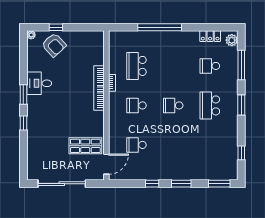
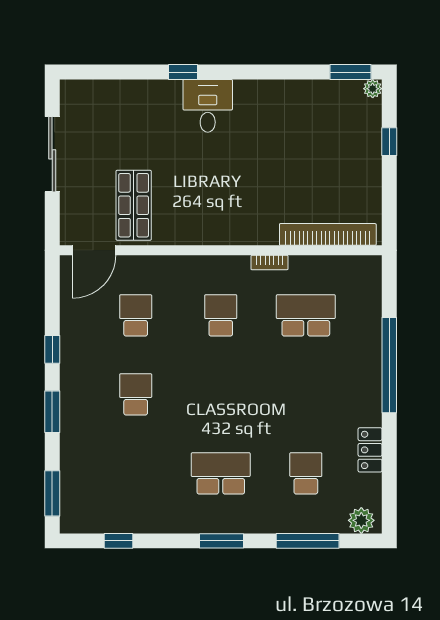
locker: (210, 36) -> (370, 450), moved
armchair: (54, 45) -> (351, 138), removed
desk: (39, 83) -> (208, 106), moved
bookcase: (99, 88) -> (328, 234), moved
window: (23, 95) -> (350, 72), moved
school desk: (173, 105) -> (136, 394), moved
door: (106, 164) -> (94, 250), hinge flipped
sliding door: (62, 184) -> (52, 154), width x0.73

